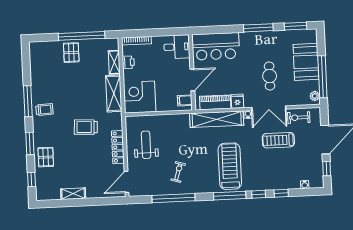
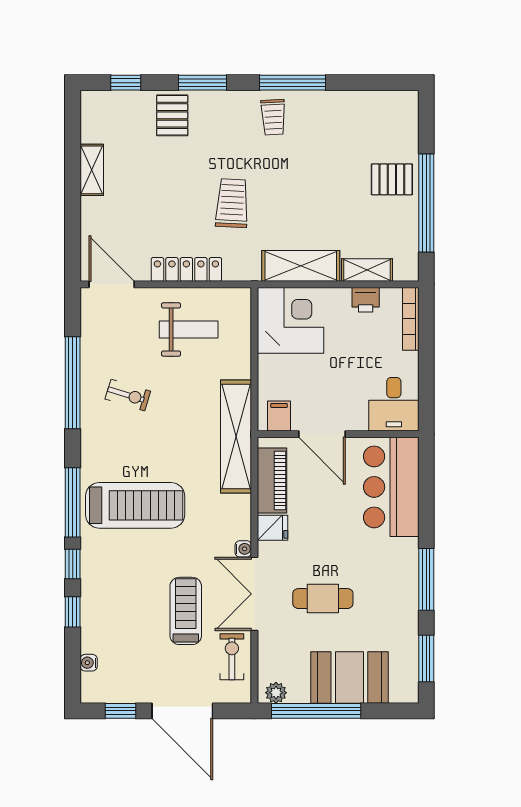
shelving: (217, 119) -> (236, 436), moved
pallet: (46, 157) -> (172, 115), turned 90

